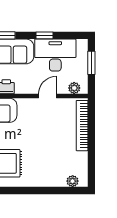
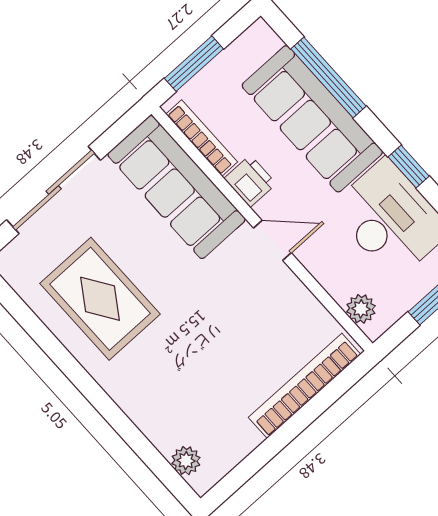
door: (48, 96) -> (272, 240), moved

